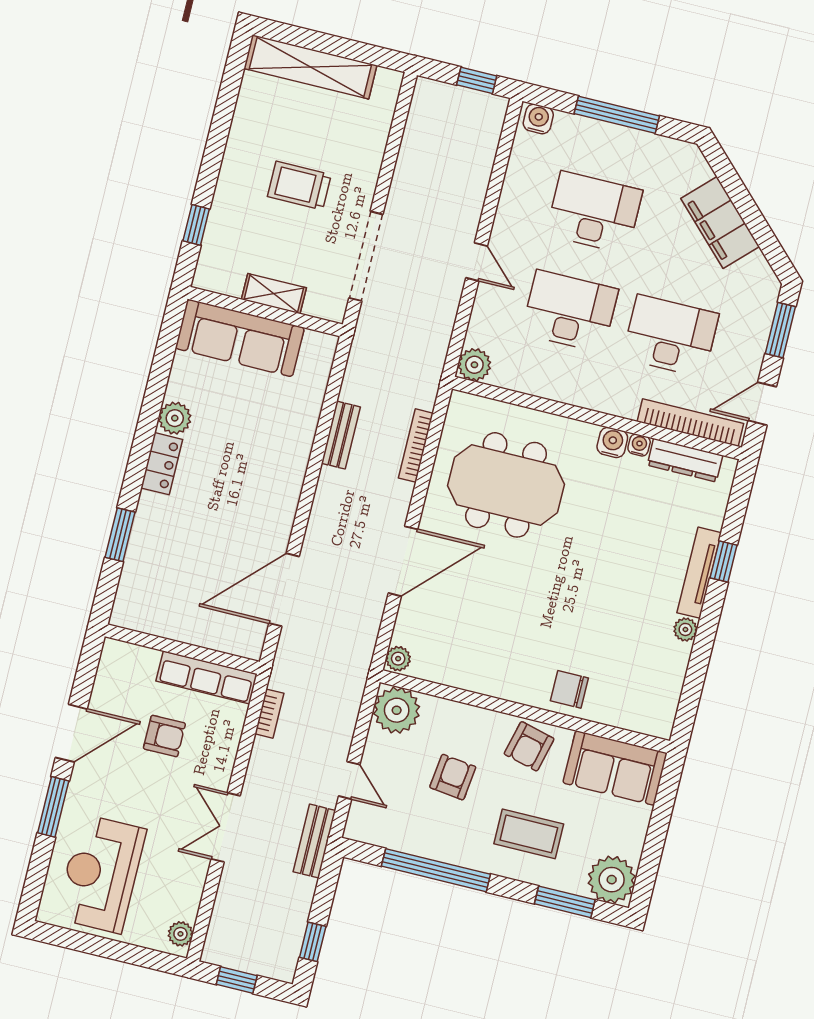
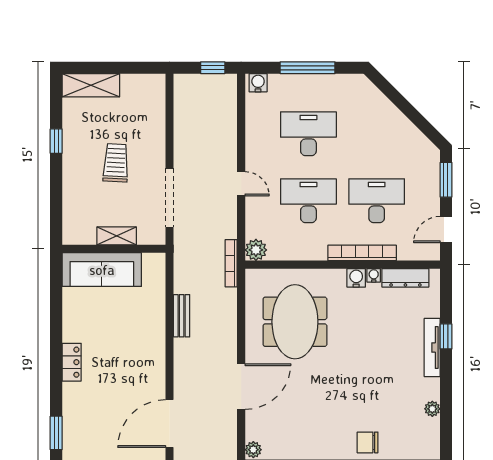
shelving: (310, 67) -> (91, 85), width x0.68
trolley: (299, 186) -> (116, 163), turned 93
filing cabinet: (720, 222) -> (391, 120), removed
window: (196, 225) -> (56, 141), moved
plant: (175, 418) -> (73, 331), removed
bookcase: (690, 423) -> (362, 253), moved
bookcase: (416, 446) -> (231, 263), moved
meeting table: (506, 485) -> (295, 322), turned 90
window: (120, 535) -> (56, 433), moved
plant: (685, 629) -> (432, 409), moved

